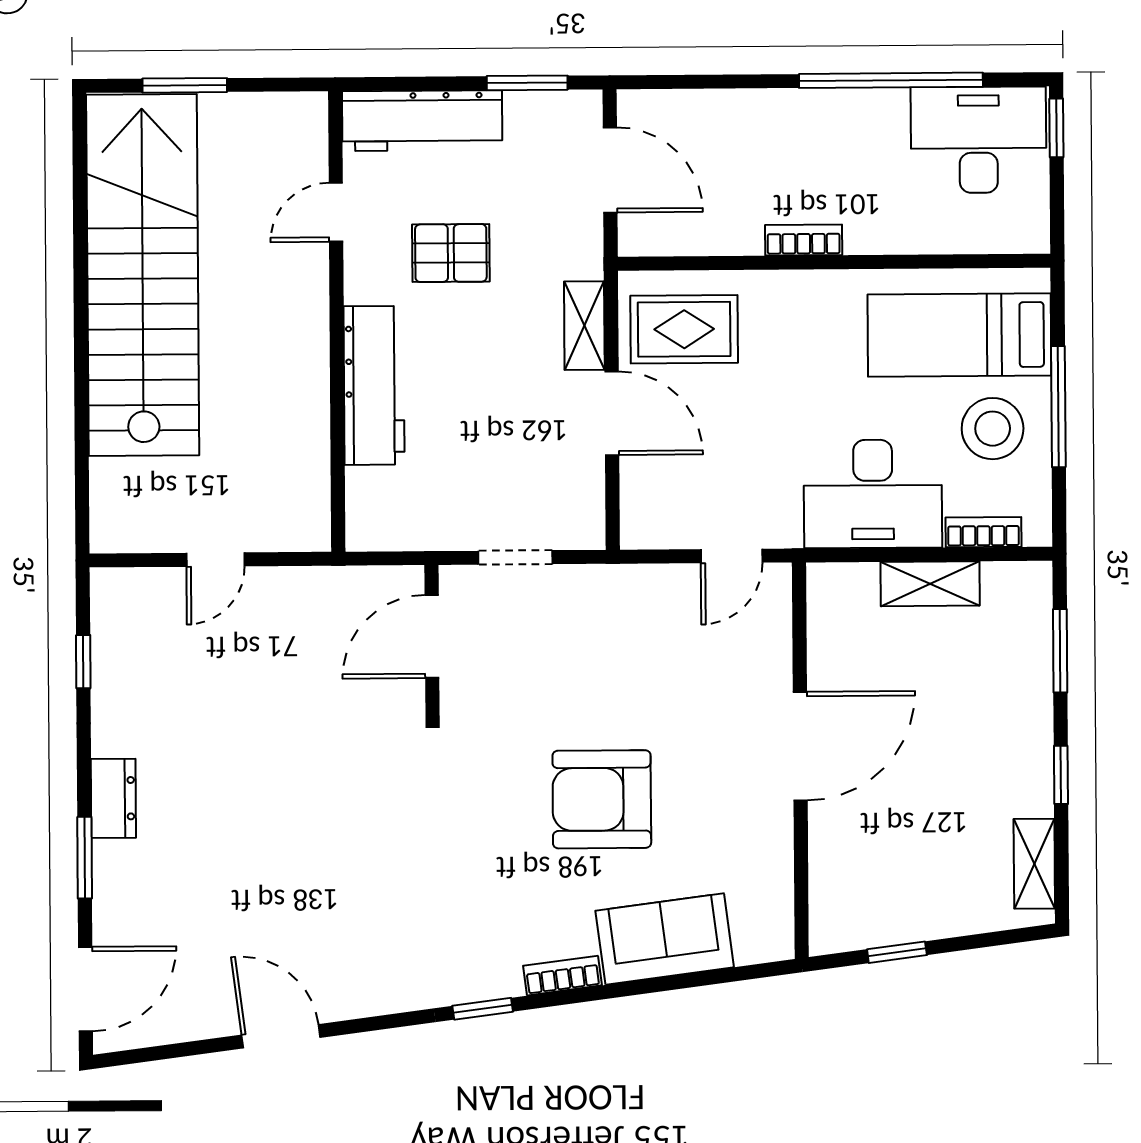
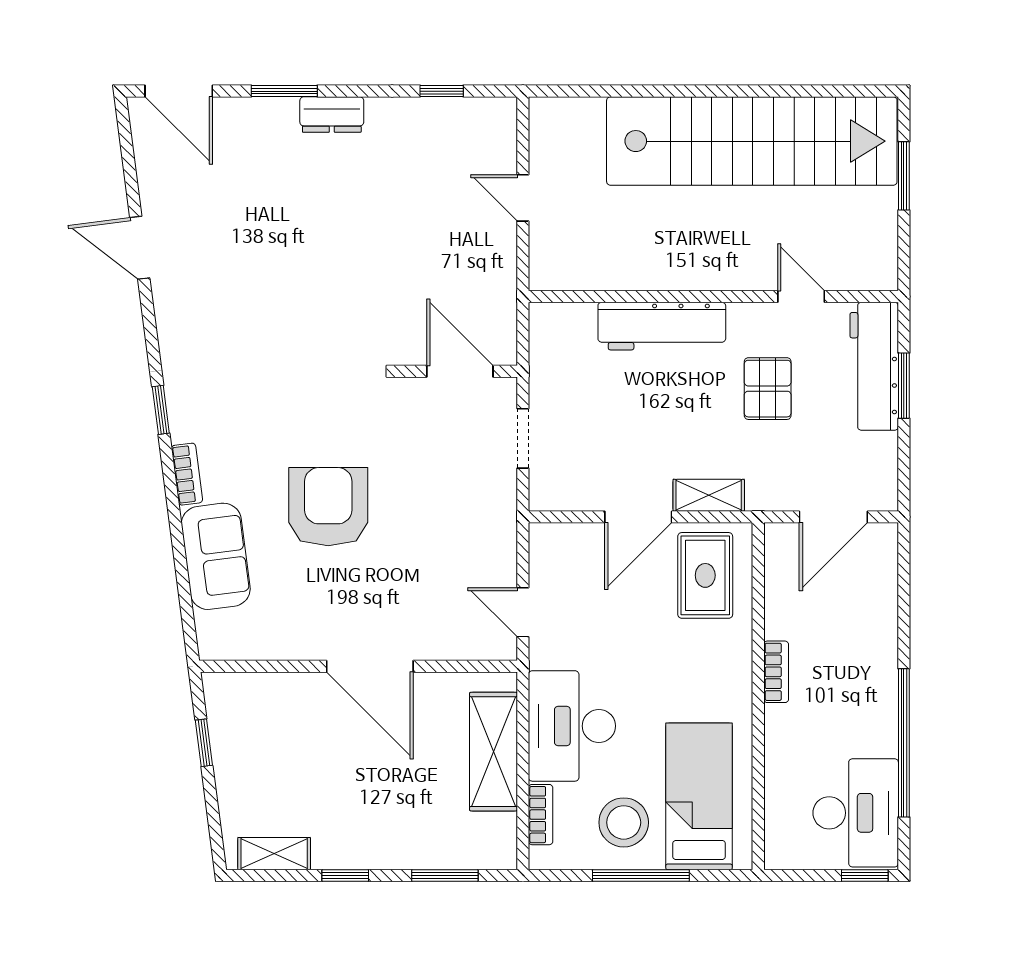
window: (527, 83) -> (904, 386), moved
shelving: (930, 584) -> (493, 752), width x1.50, depth x1.33
door: (281, 1036) -> (140, 248), swing flipped

